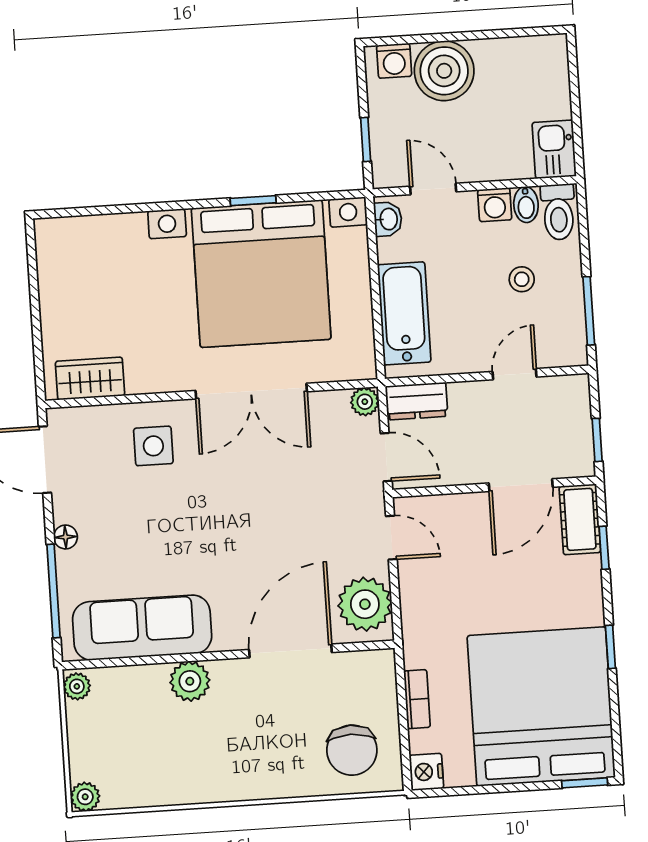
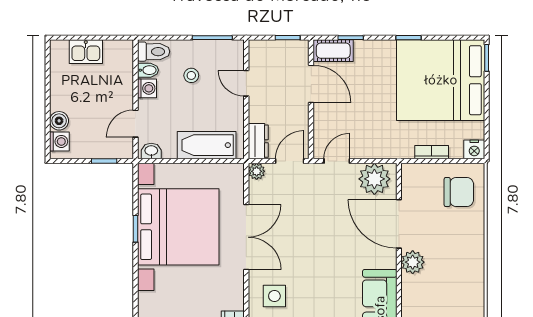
boiler: (444, 71) -> (59, 121), width x0.54, depth x0.54
kitchen sink: (554, 149) -> (86, 52), moved
plant: (190, 681) -> (413, 262), moved

